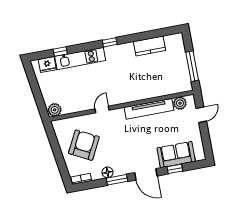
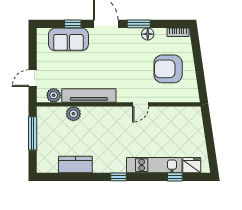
plant: (55, 110) -> (73, 114), moved
armchair: (84, 145) -> (168, 69), turned 63

